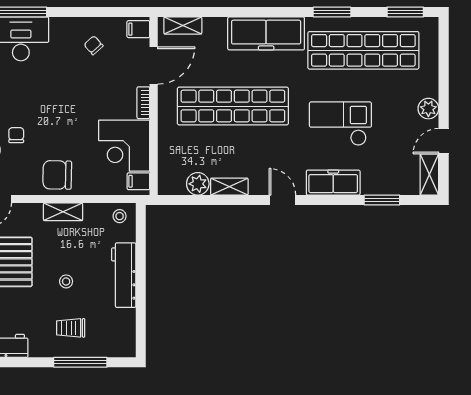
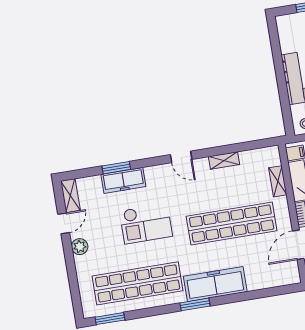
window: (332, 12) -> (195, 304), moved
shelving: (183, 25) -> (278, 181), moved, turned 90
freezer: (333, 183) -> (123, 180), moved
plant: (198, 184) -> (249, 159), removed
window: (382, 200) -> (116, 168), moved

